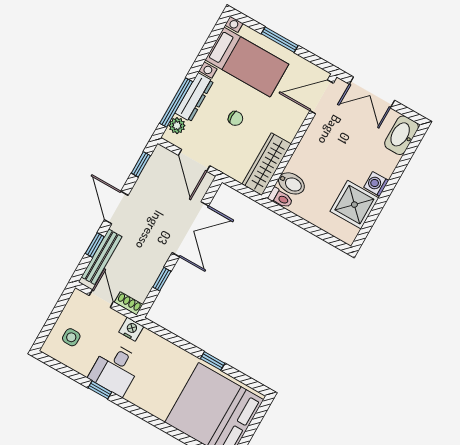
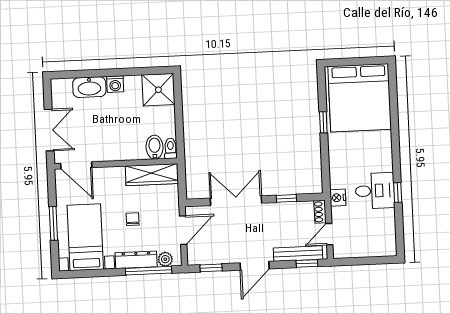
washbasin: (401, 135) -> (89, 87), moved
shower: (354, 205) -> (158, 90), moved
window: (95, 245) -> (307, 263), moved
side table: (71, 337) -> (372, 238), removed

